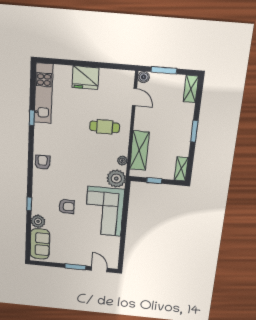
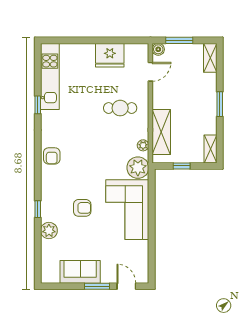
fridge: (85, 78) -> (110, 55), moved
door: (135, 97) -> (150, 72), hinge flipped
armchair: (43, 162) -> (52, 156), turned 180
sofa: (40, 244) -> (80, 272), moved, turned -90

